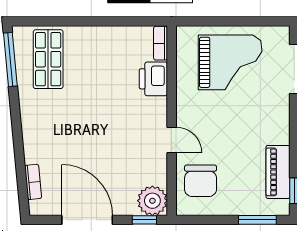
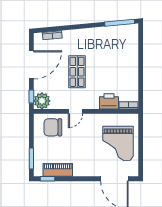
shop shelf: (48, 59) -> (77, 72), moved, turned 90

